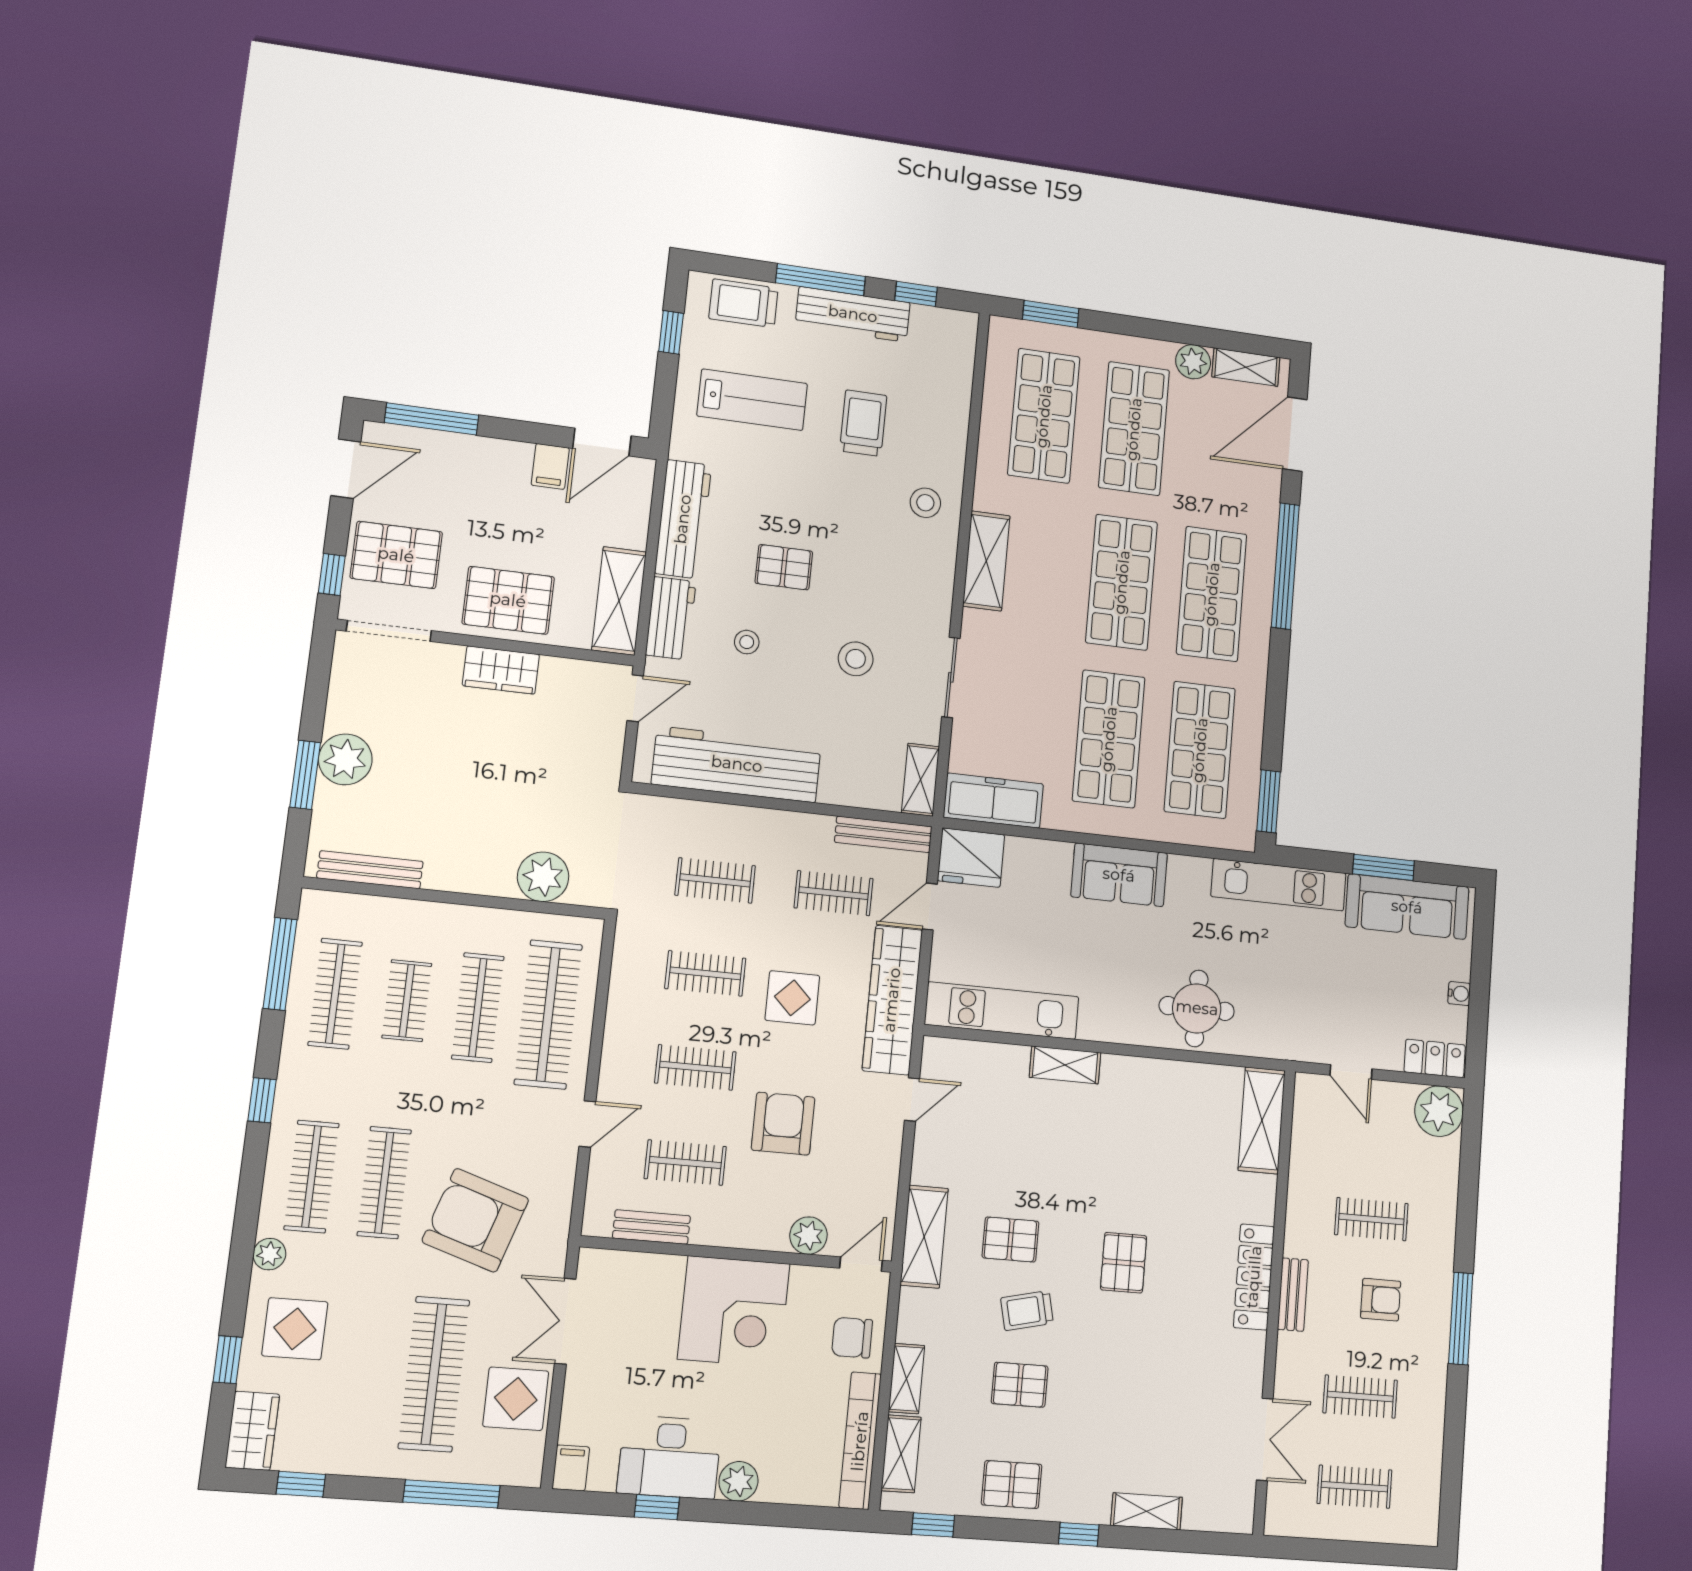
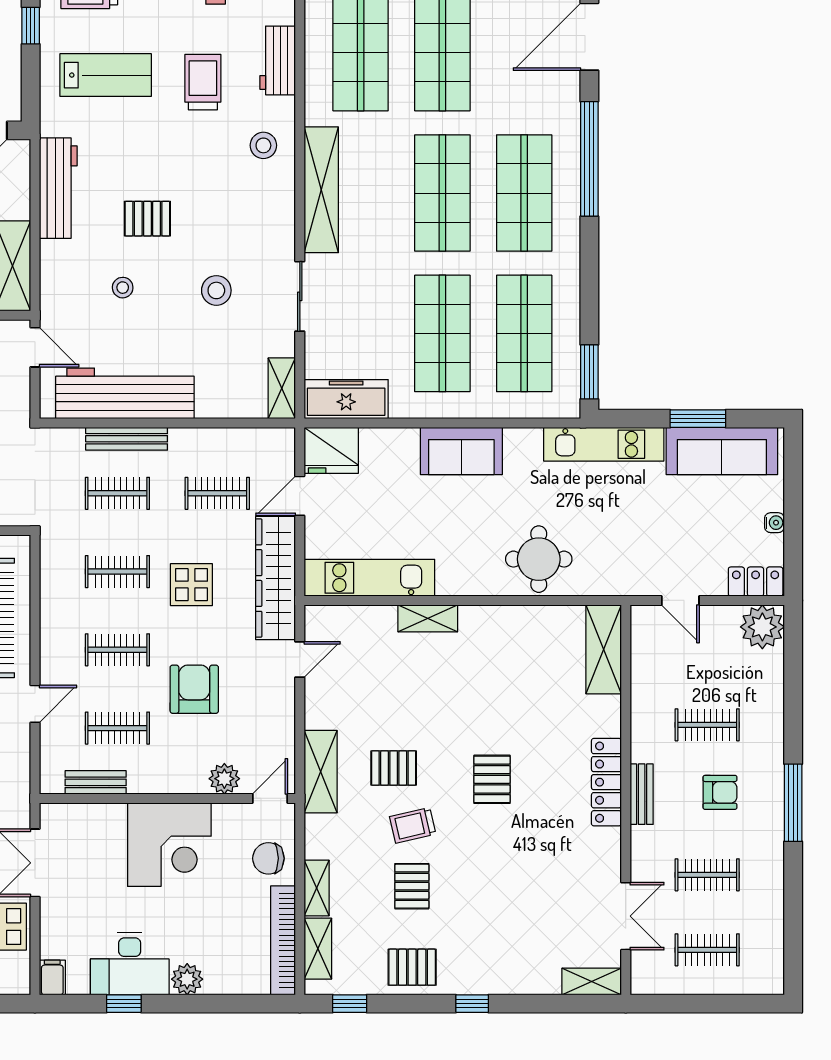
shelving: (986, 561) -> (321, 190), width x1.47
workbench: (671, 618) -> (278, 60), moved, turned 180
door: (635, 698) -> (35, 347), hinge flipped
bench: (883, 834) -> (127, 439), moved
pallet: (1020, 1385) -> (412, 886), turned 90
shelving: (1147, 1511) -> (592, 981), moved

